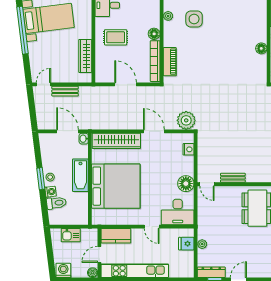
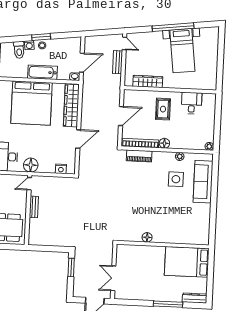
plant: (186, 120) -> (87, 168), removed

